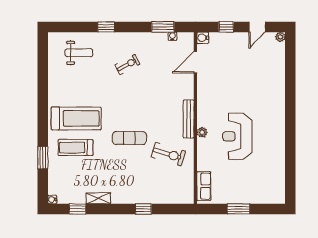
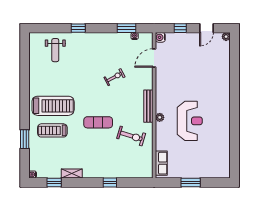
weight bench: (79, 53) -> (55, 50), turned 90
exercise bike: (127, 65) -> (114, 77), moved
reception desk: (237, 136) -> (190, 121), turned 180

